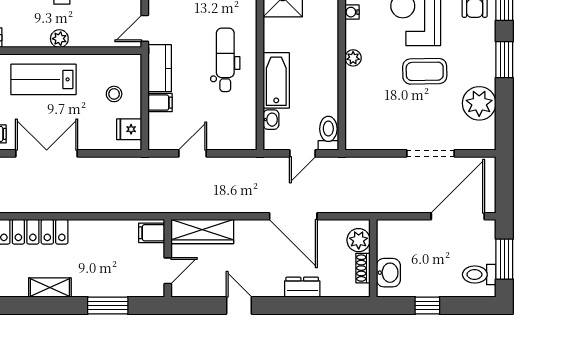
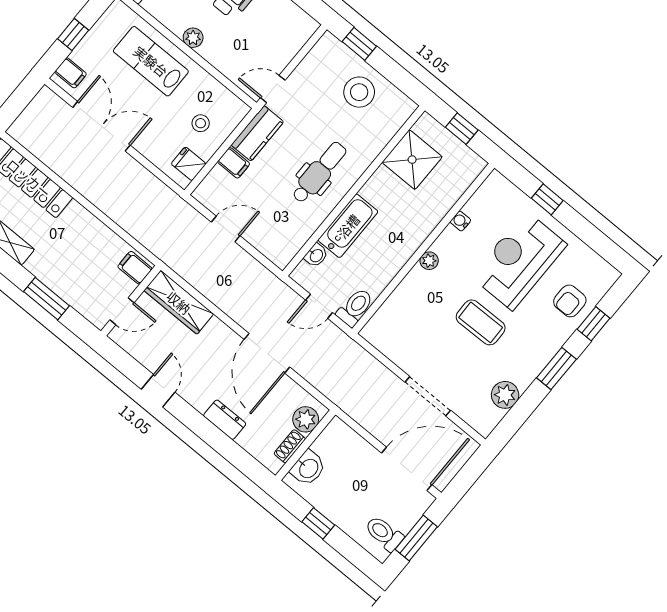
plant: (479, 103) -> (505, 395), width x0.73, depth x0.73

